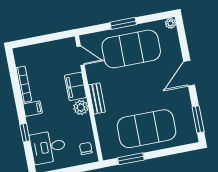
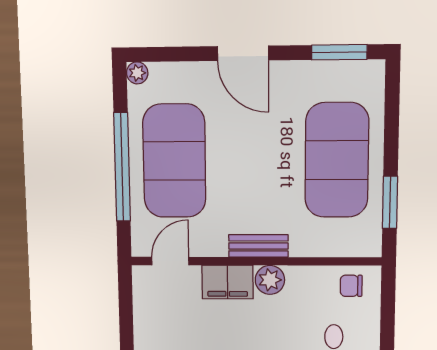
window: (123, 23) -> (122, 167), width x2.11

